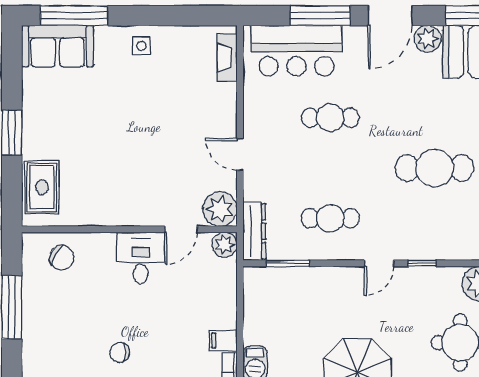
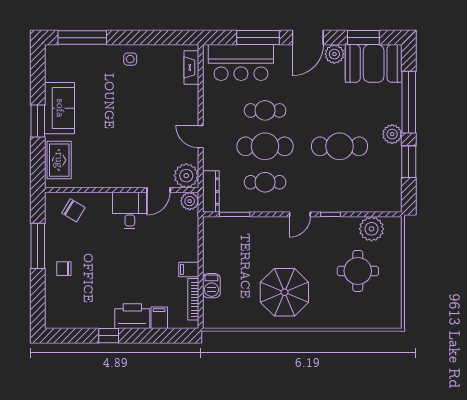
sofa: (58, 46) -> (60, 108), moved, turned -90
cafe table: (330, 168) -> (265, 146), added
chair: (120, 352) -> (64, 269), moved

